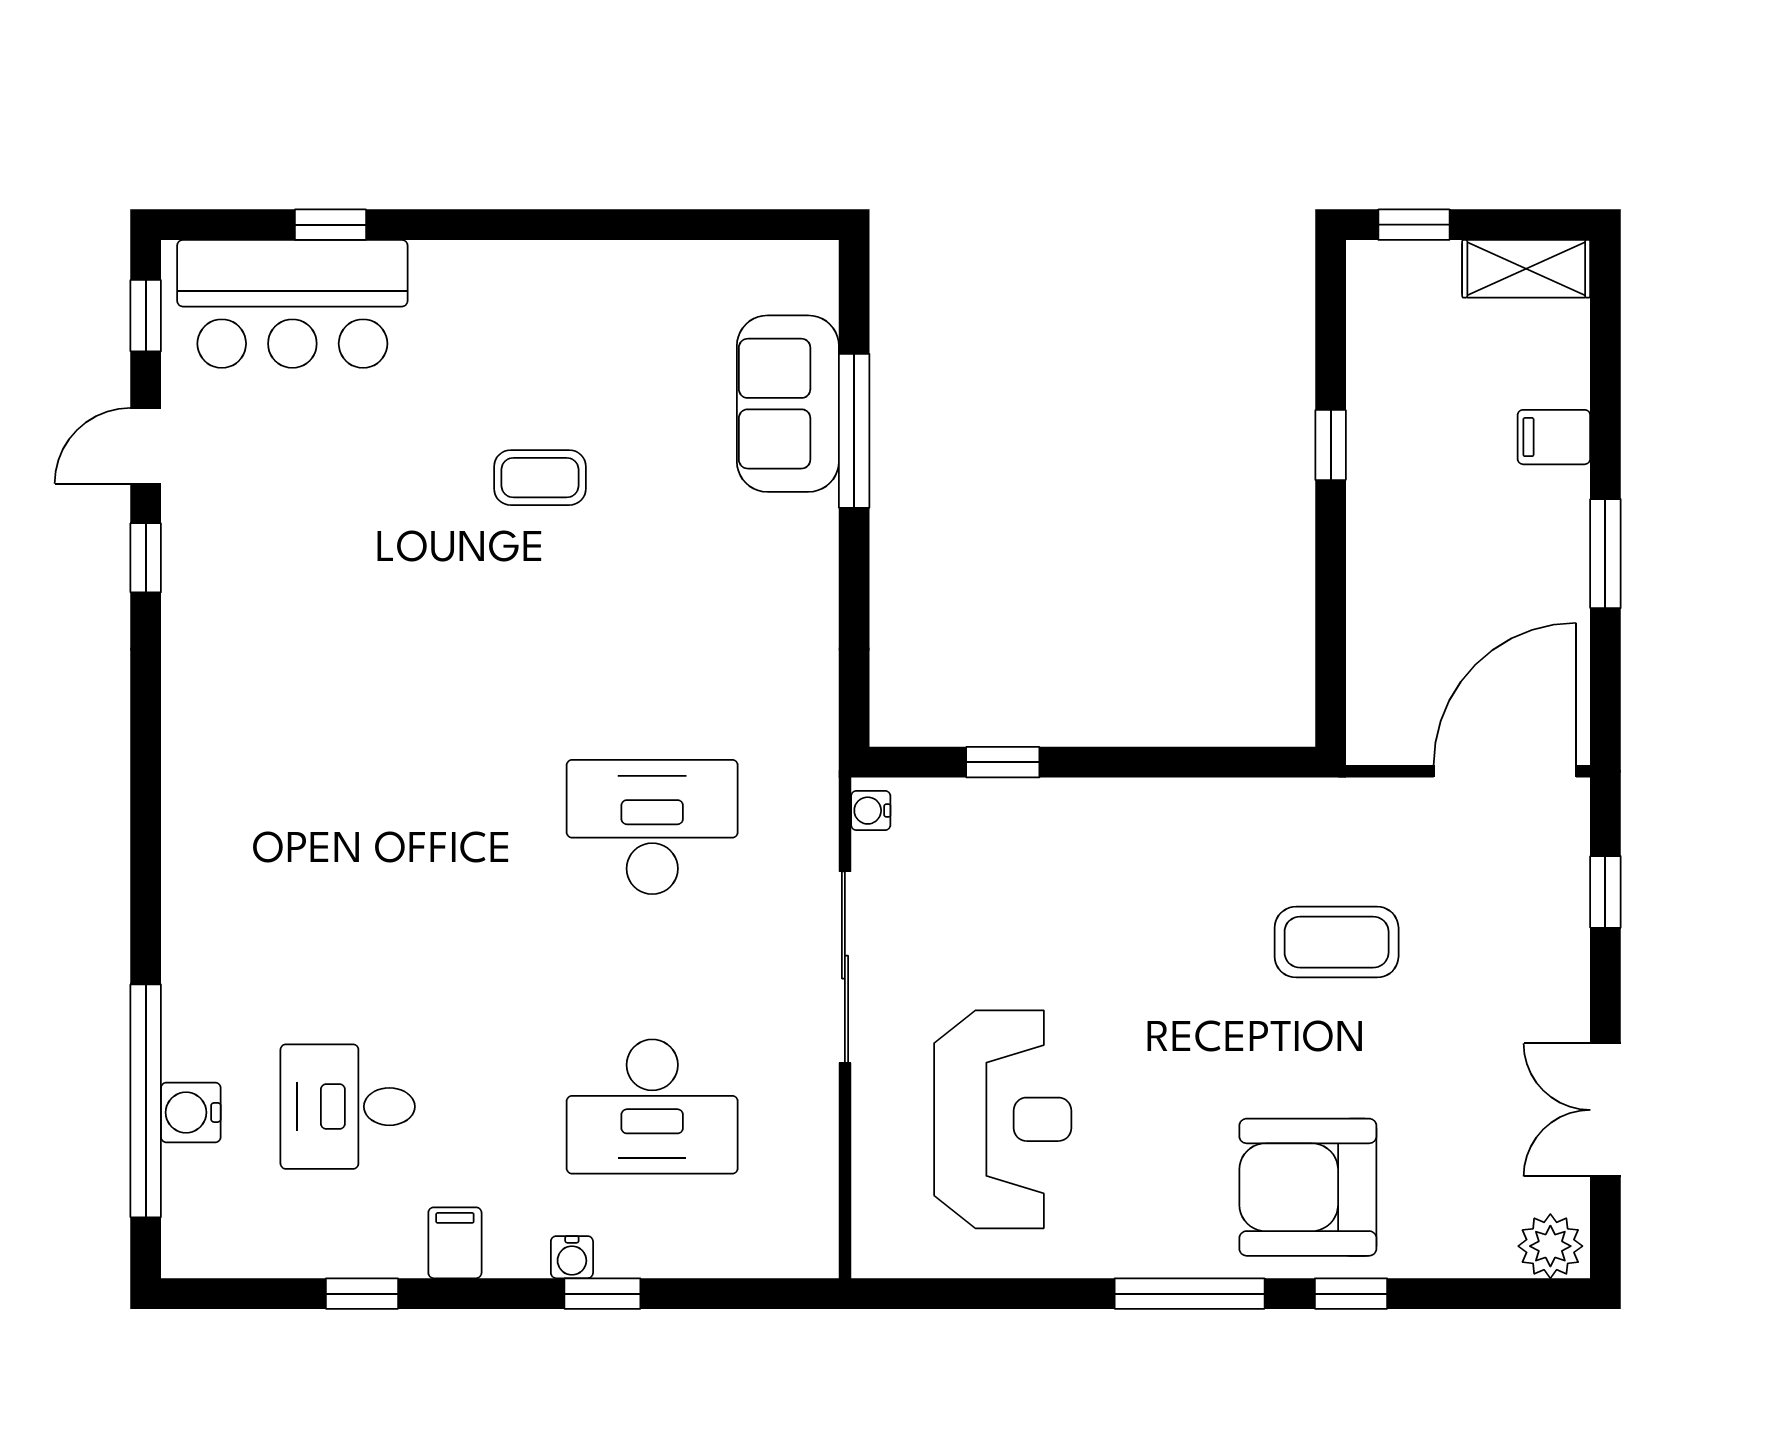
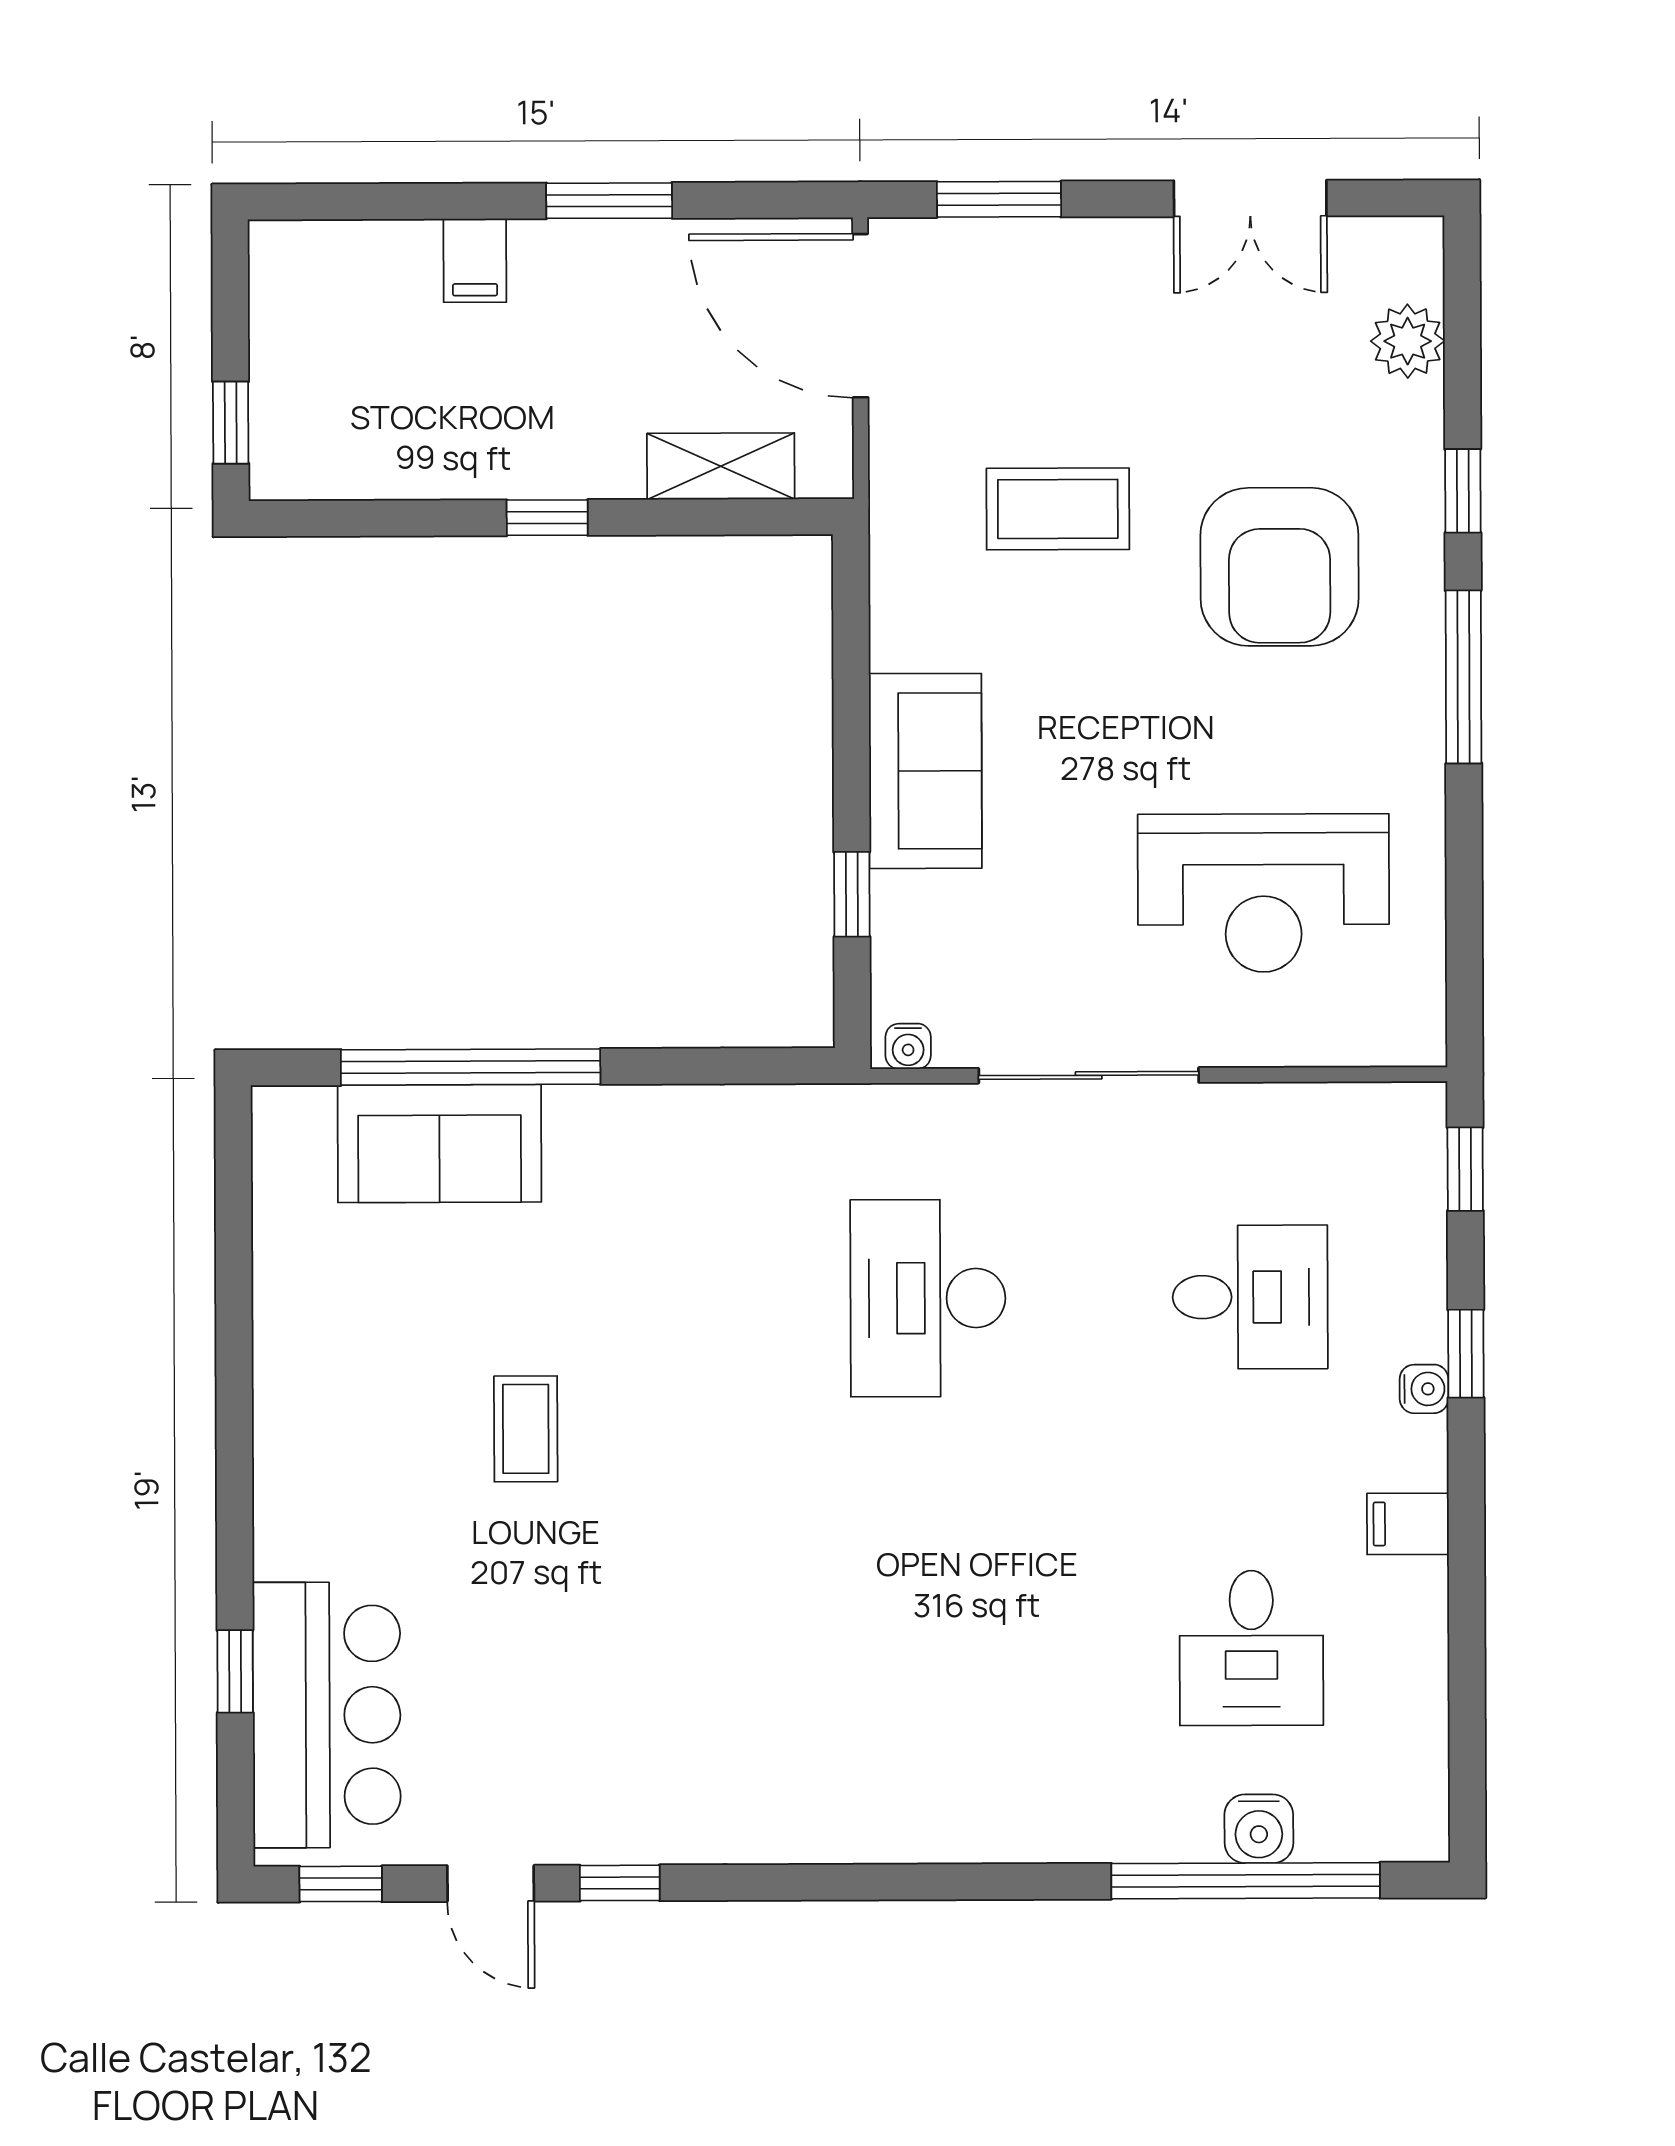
shelving: (1526, 269) -> (721, 466), moved, turned 90
window: (854, 431) -> (471, 1067), width x1.46
window: (1331, 445) -> (547, 518), moved
sofa: (1110, 826) -> (925, 771), added
window: (1605, 892) -> (999, 199), width x1.50
coffee table: (1337, 942) -> (1058, 509), turned 90
desk: (652, 1107) -> (1250, 1297), width x0.73
reception desk: (1003, 1119) -> (1263, 893), turned 180
armchair: (1308, 1187) -> (1280, 567), moved
plant: (1550, 1246) -> (1408, 341), moved
window: (362, 1294) -> (1465, 1169), moved

